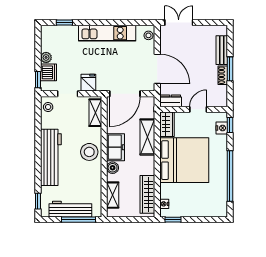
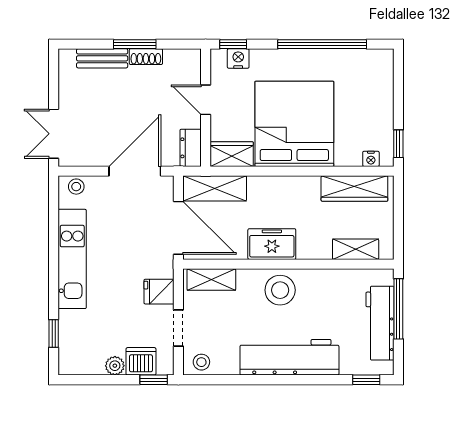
shelving: (147, 137) -> (215, 188), moved
boiler: (113, 168) -> (308, 249), removed

